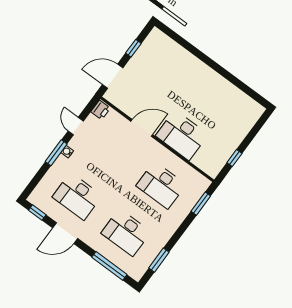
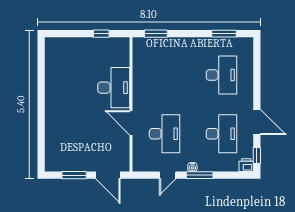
window: (133, 48) -> (74, 175), width x1.50
printer: (101, 110) -> (246, 165), moved
desk: (161, 185) -> (165, 134), moved
window: (109, 266) -> (257, 69), removed

